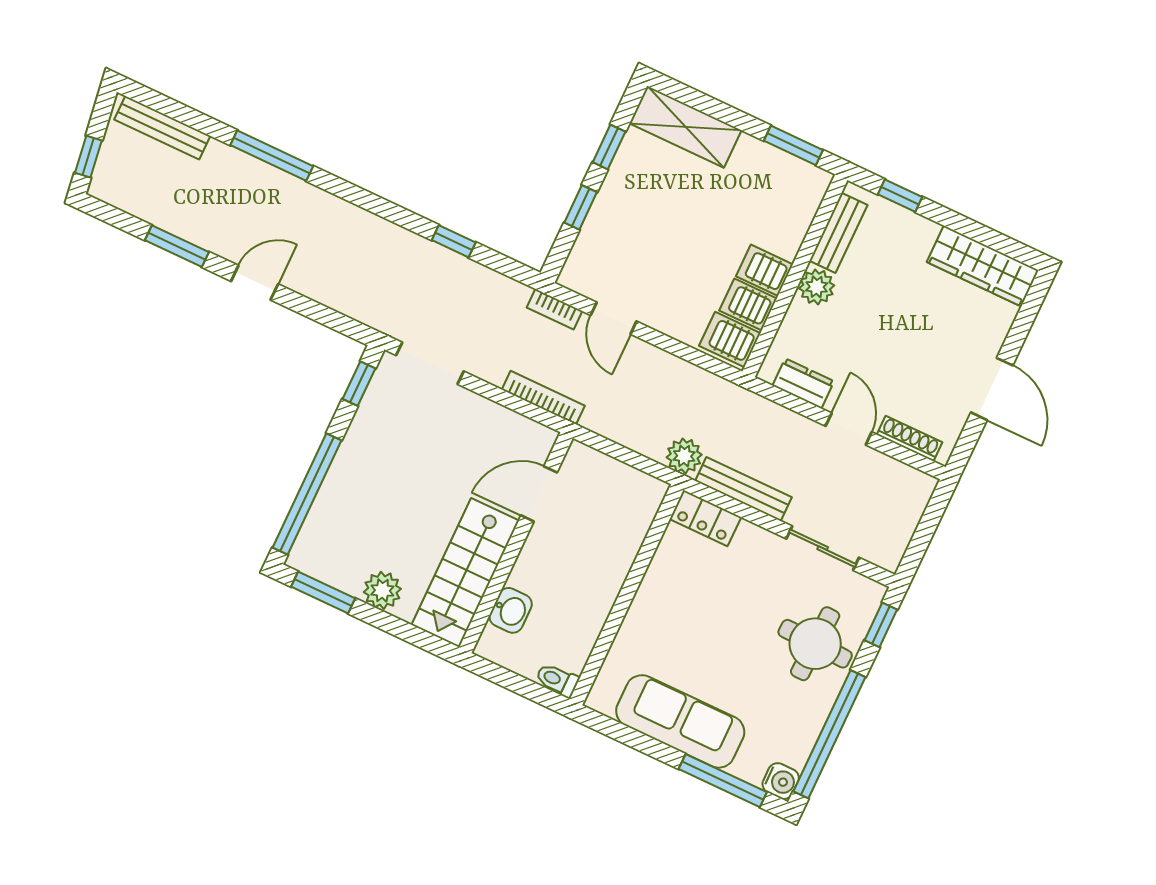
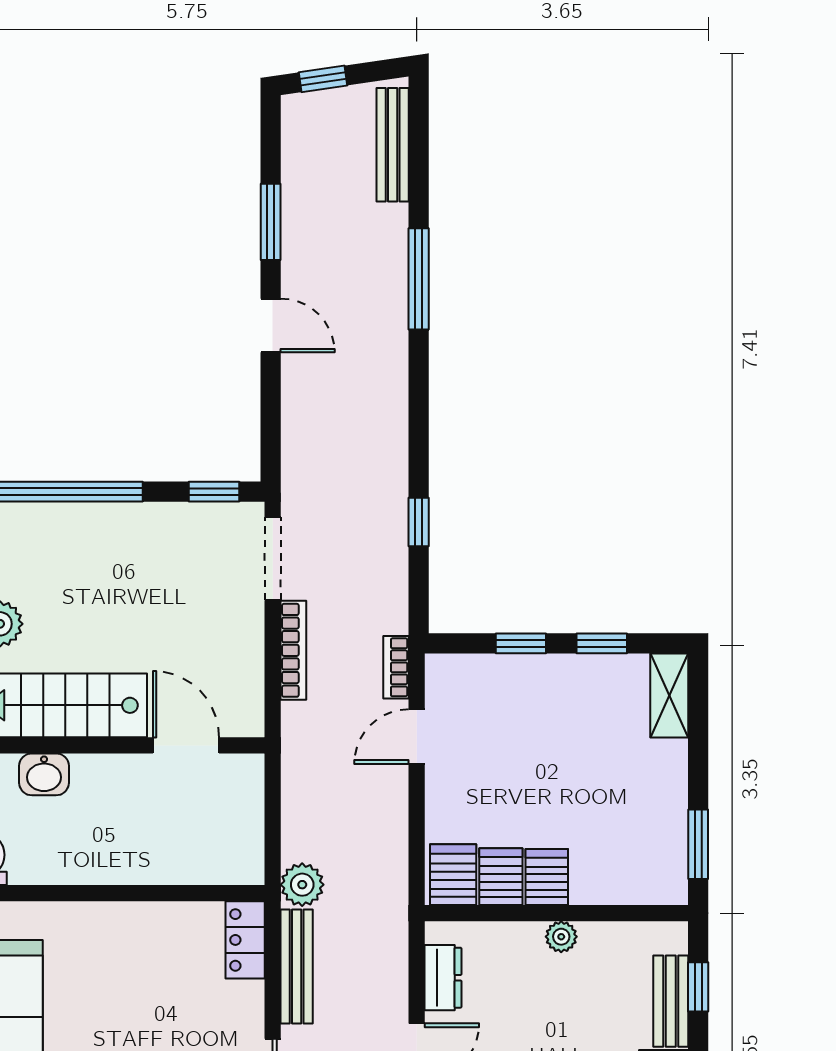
shelving: (685, 127) -> (669, 696), width x0.67, depth x0.75
bench: (838, 233) -> (671, 1001), moved, turned 90
plant: (817, 287) -> (561, 937), width x0.73, depth x0.73
bookcase: (543, 398) -> (293, 650), moved

